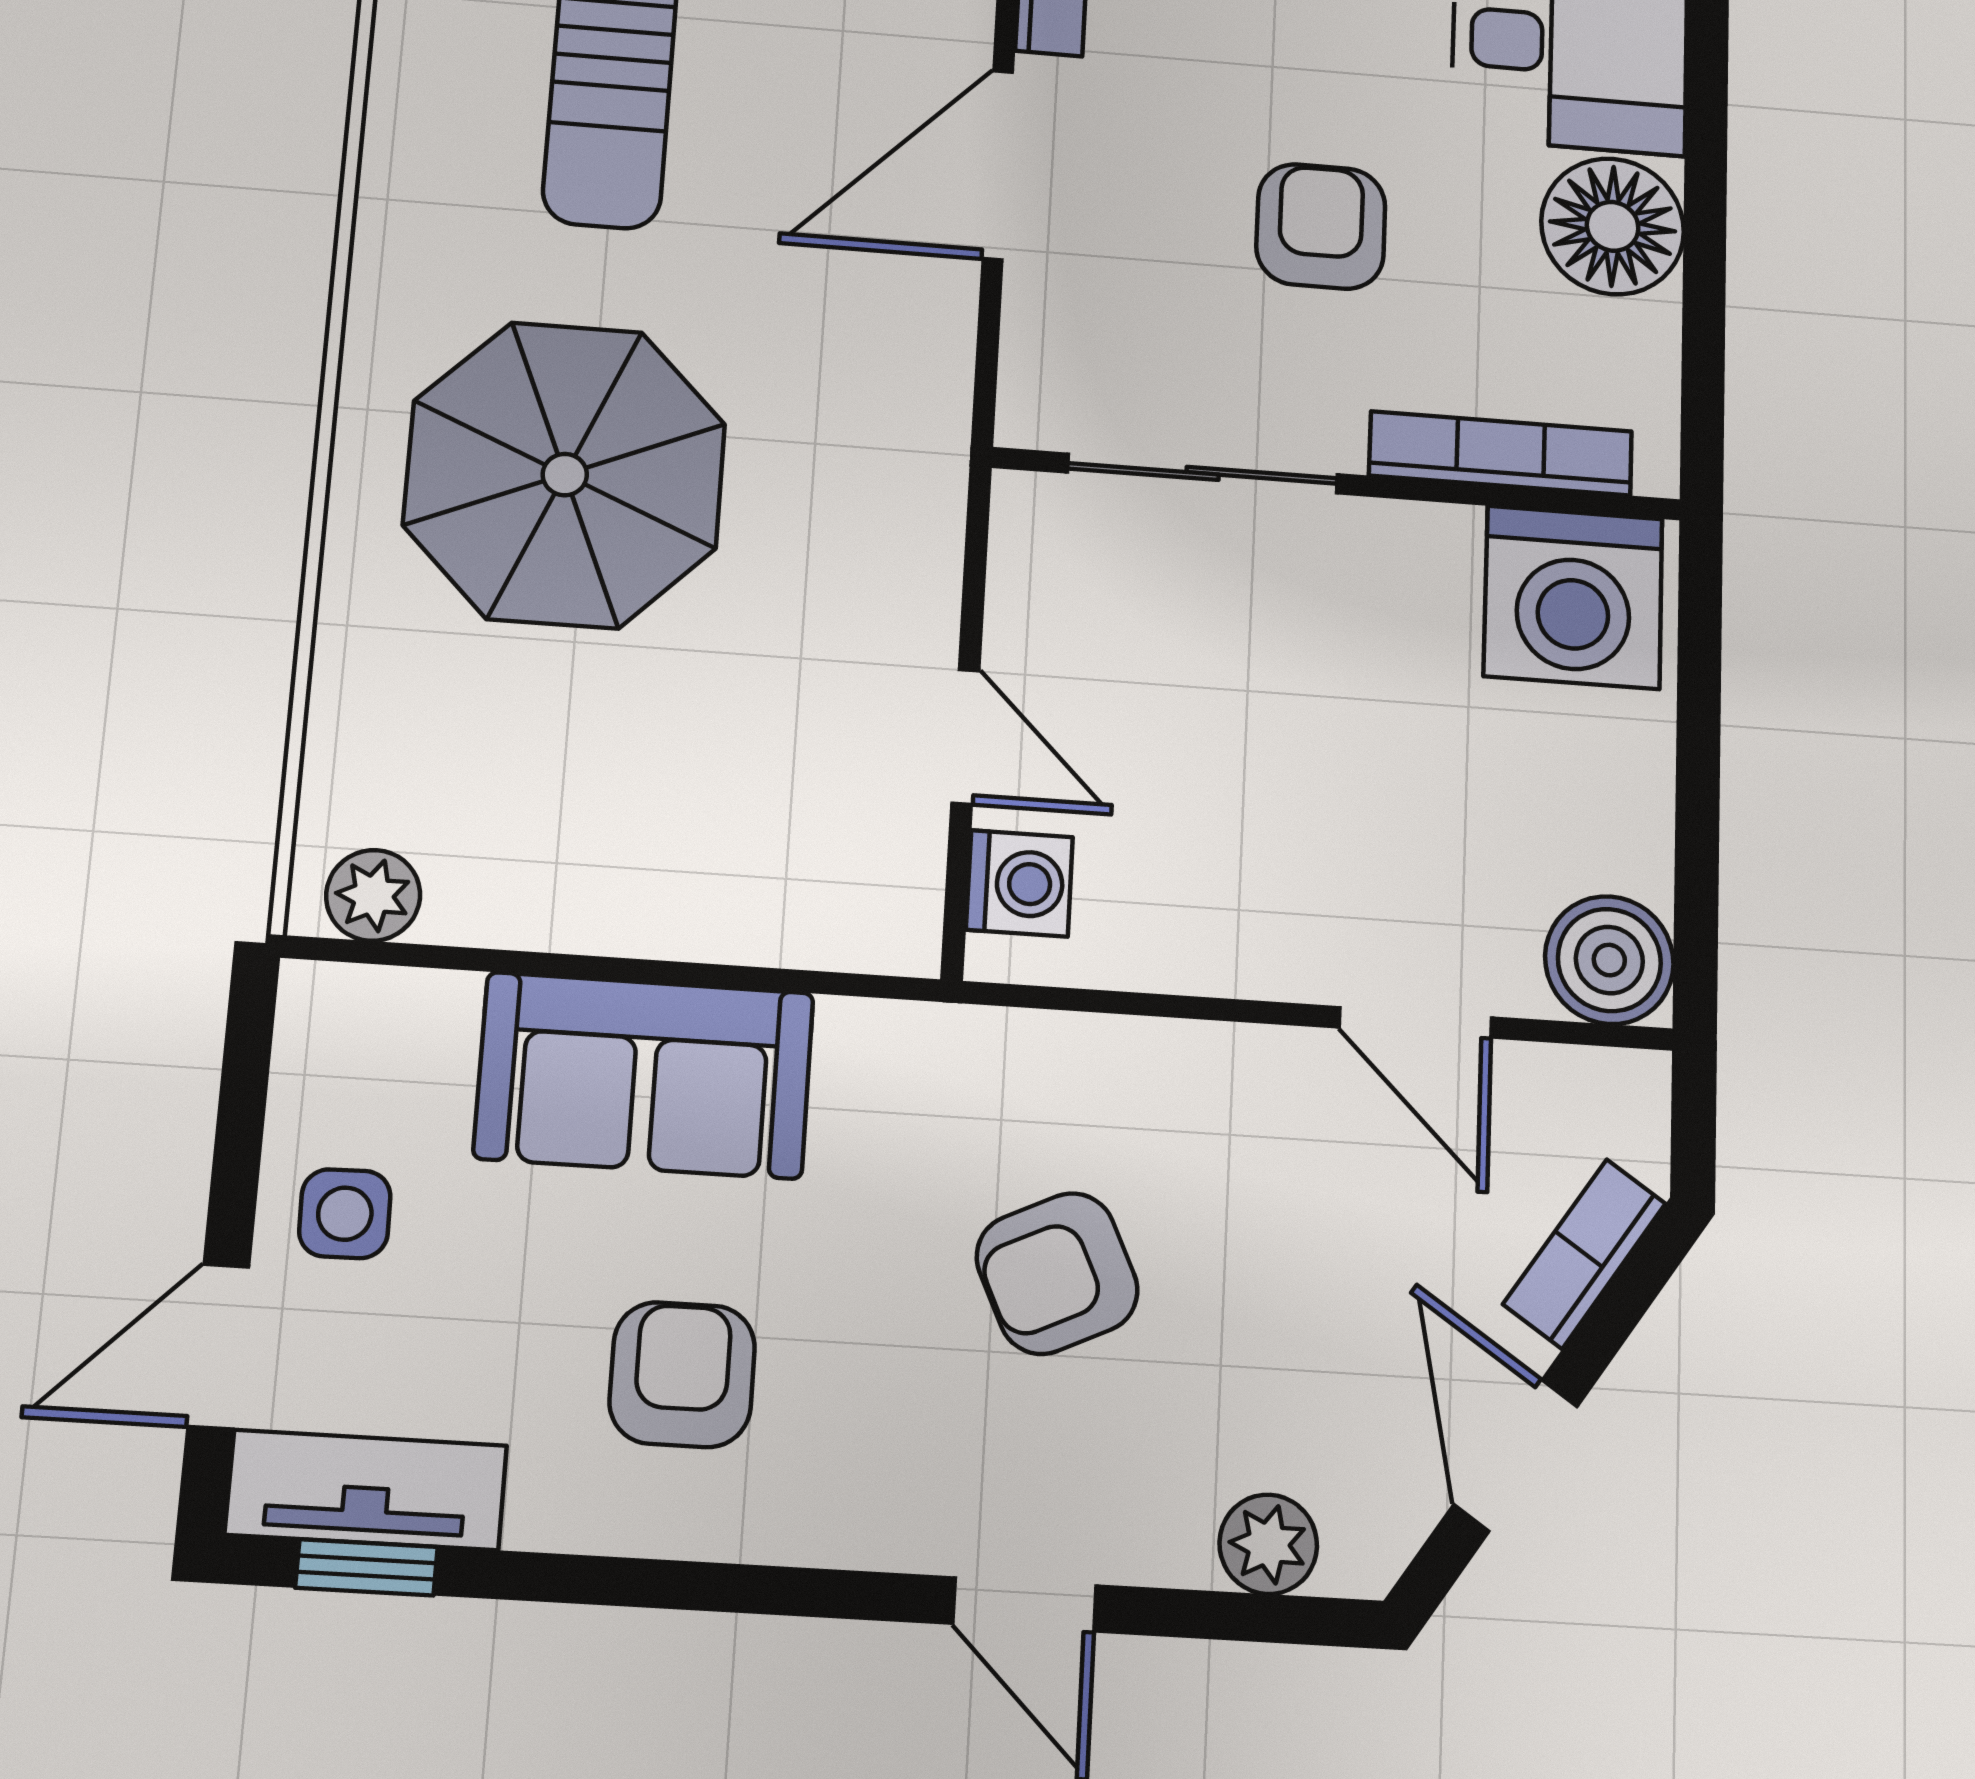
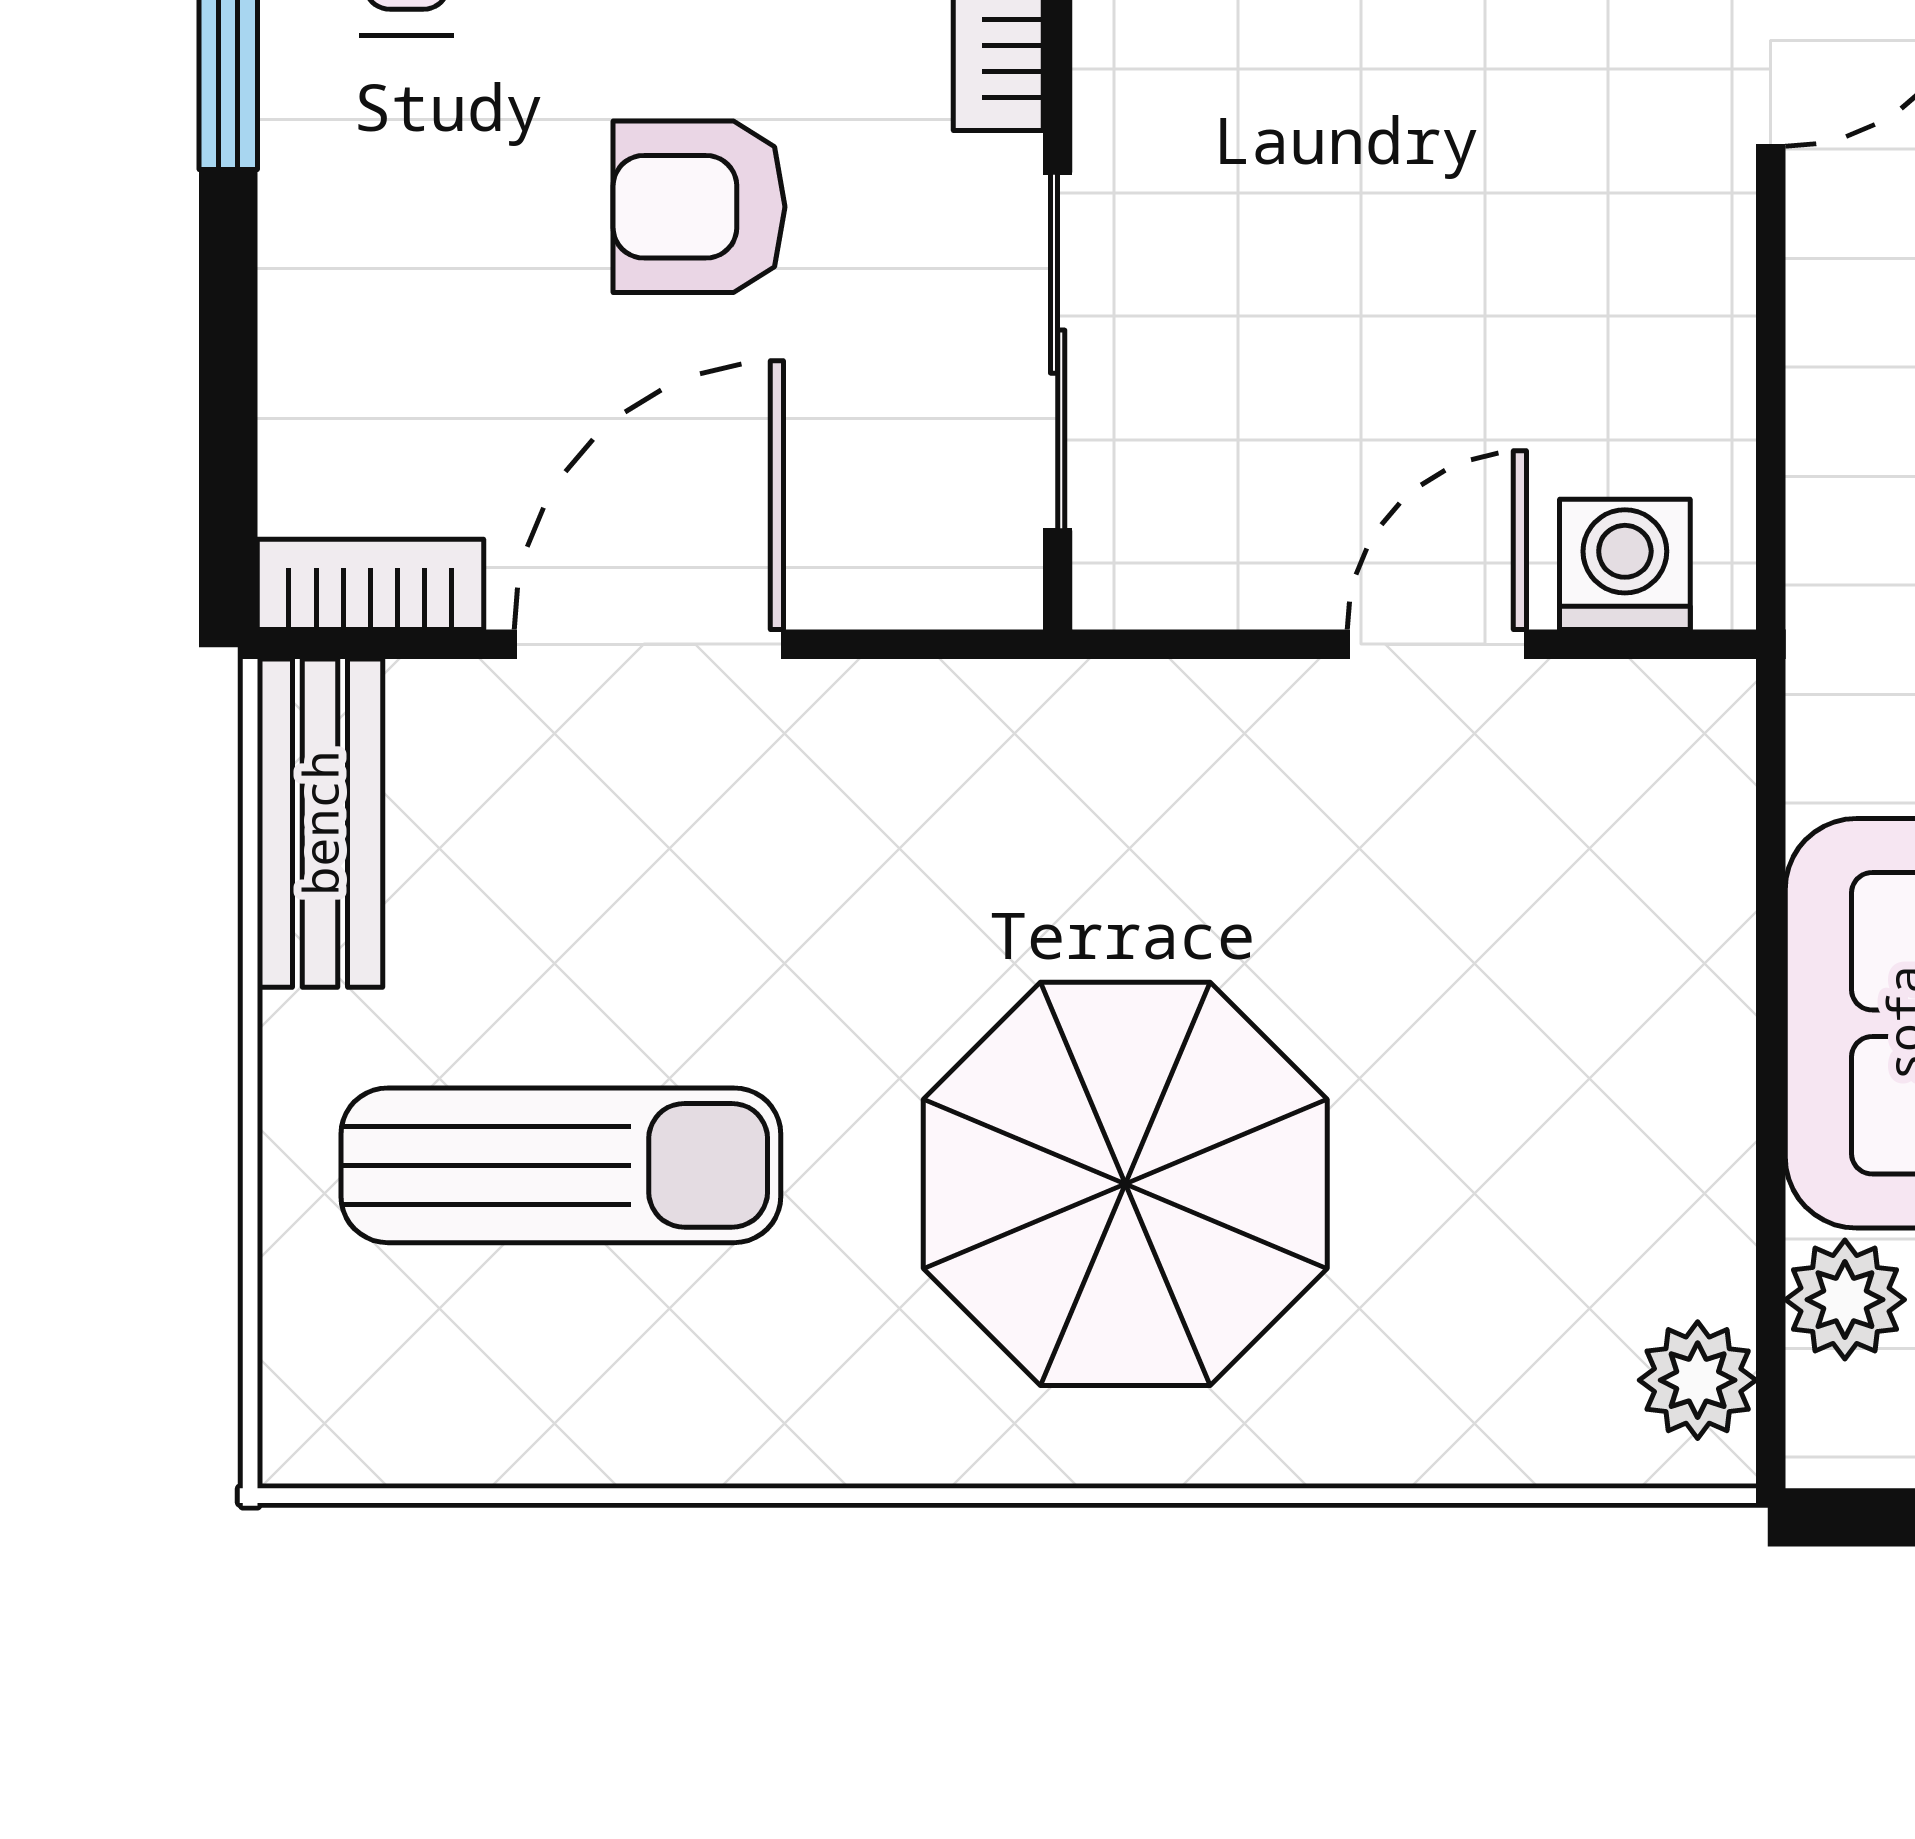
door: (998, 165) -> (649, 644), swing flipped
plant: (427, 1015) -> (1845, 1300), added

